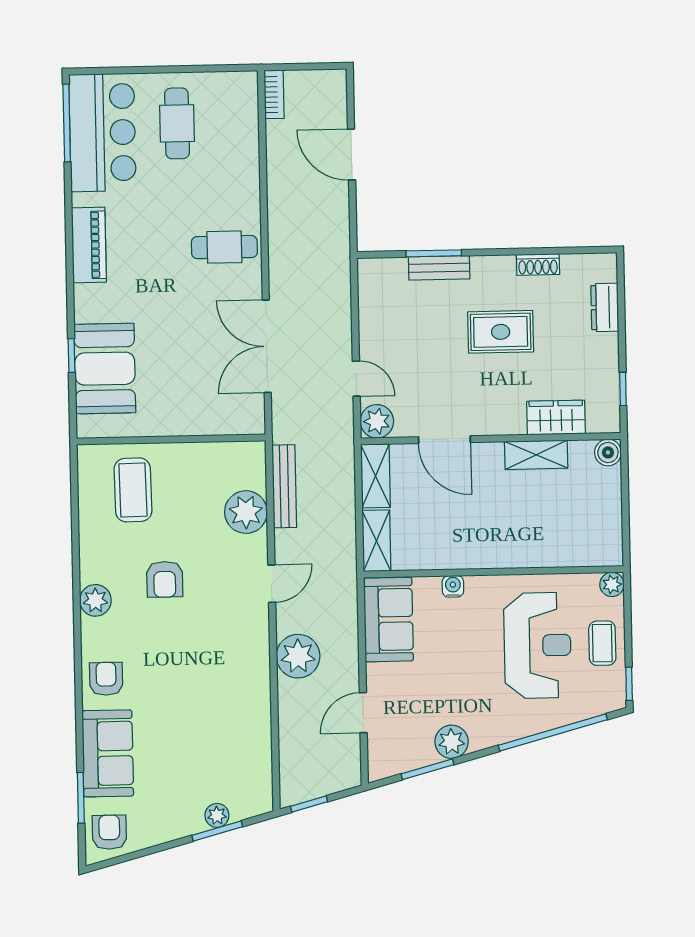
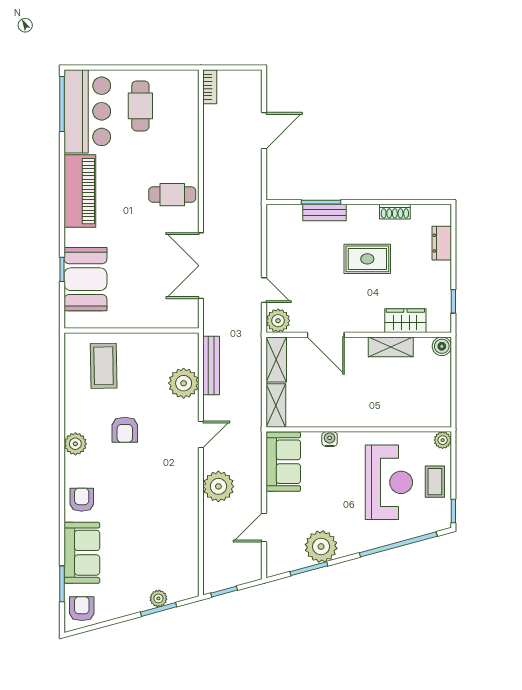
door: (352, 155) -> (264, 131), swing flipped
piano: (89, 245) -> (80, 191), width x1.37, depth x1.33
plant: (452, 742) -> (321, 547), width x1.36, depth x1.36

